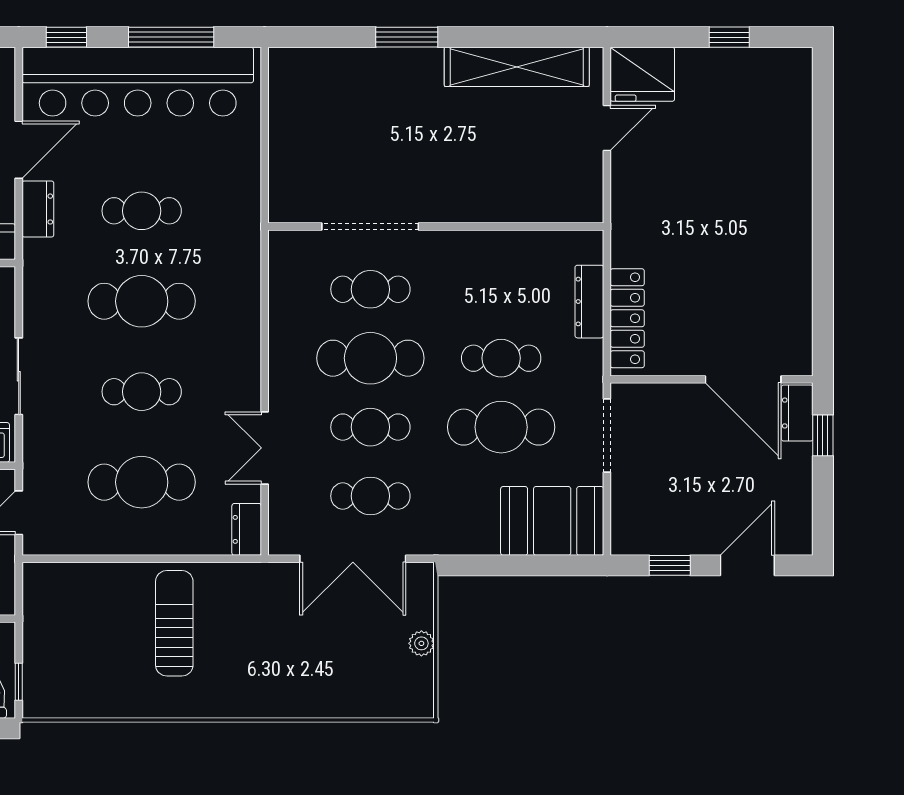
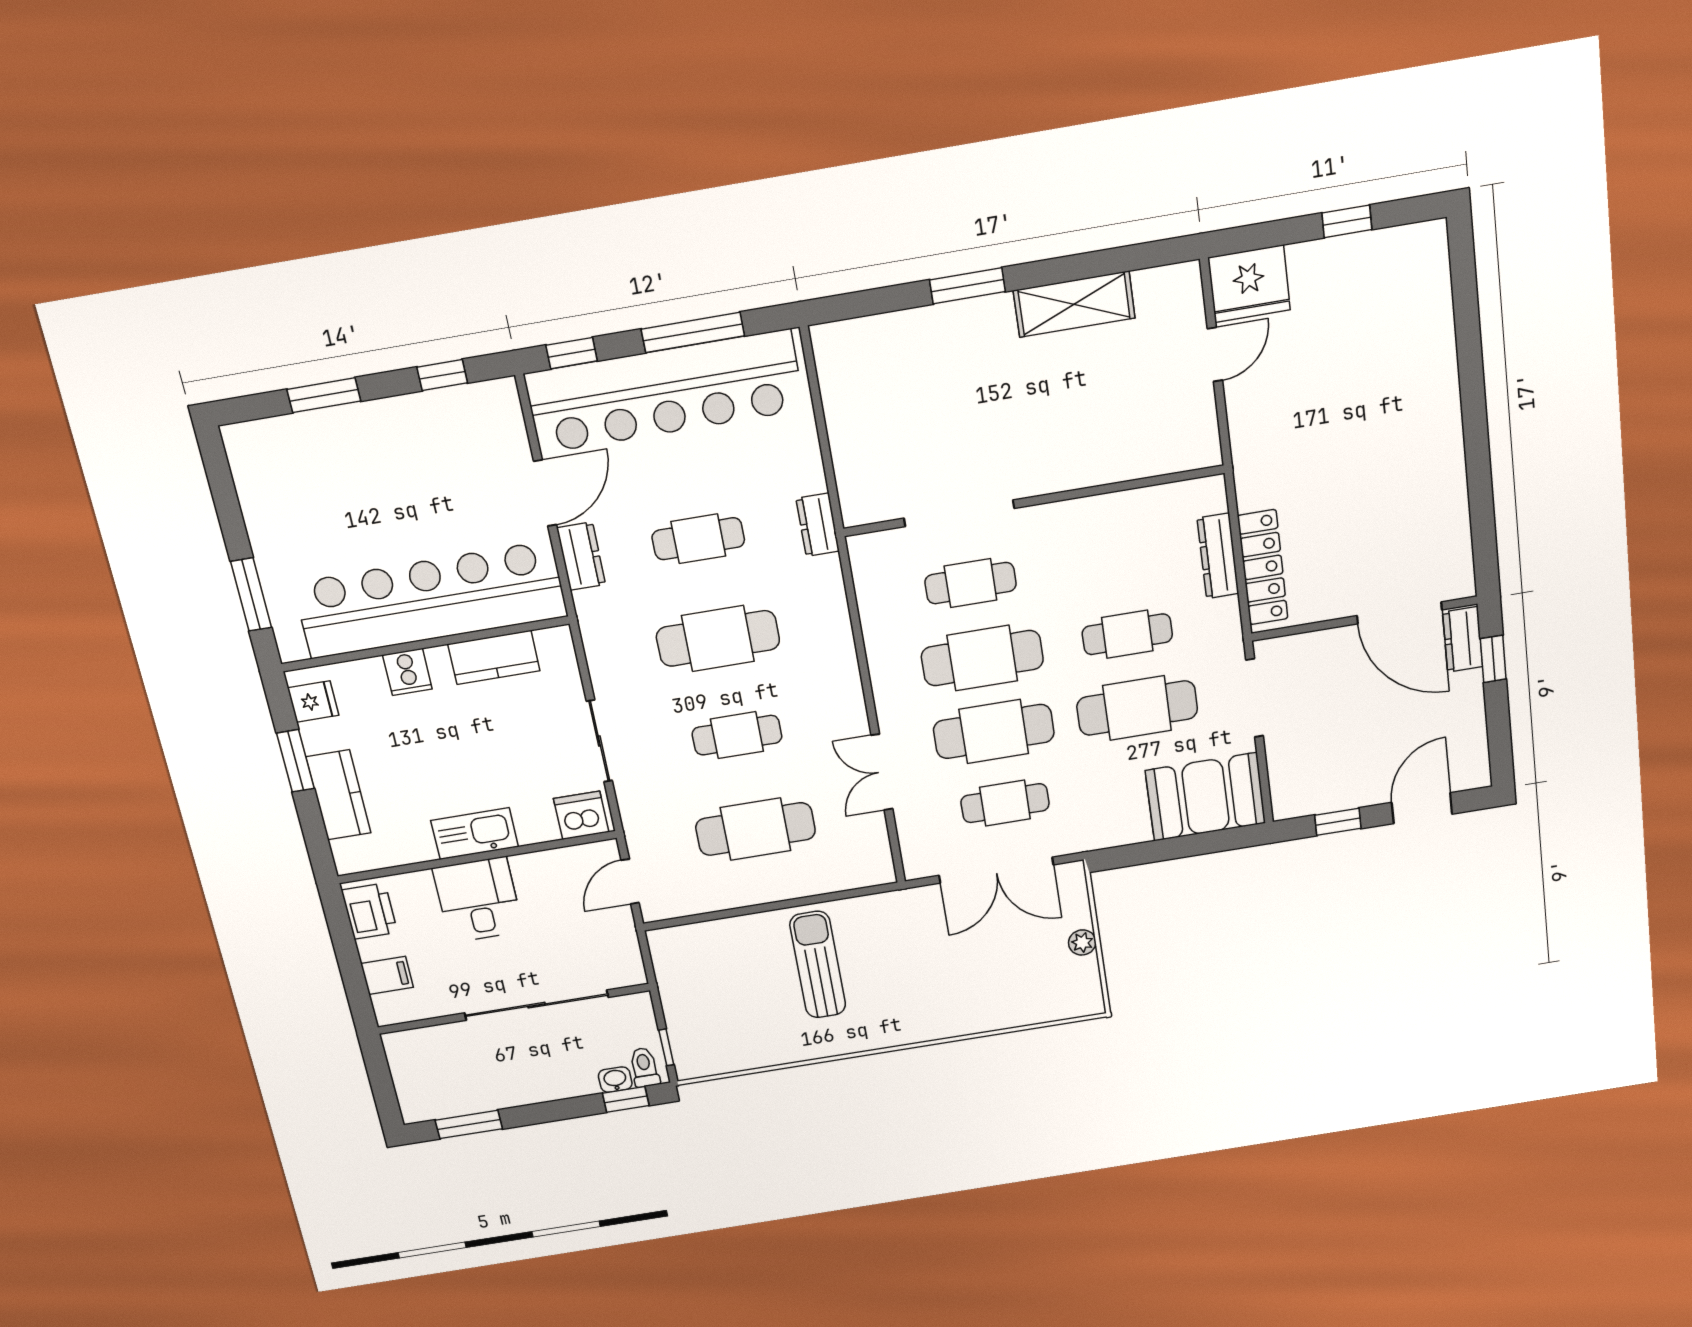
shelving: (517, 67) -> (1074, 304), width x0.68
cafe table: (370, 427) -> (994, 731), width x1.37, depth x1.35
dresser: (247, 529) -> (818, 525), moved

